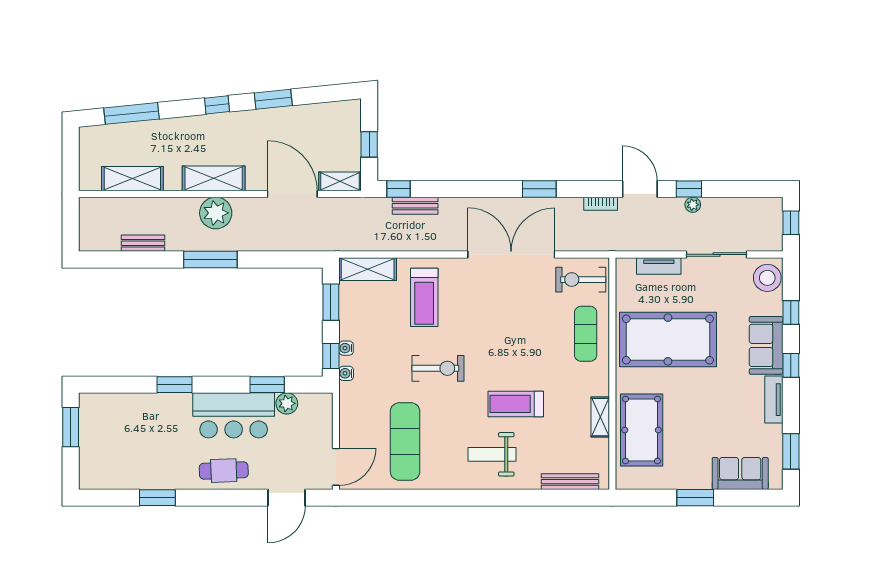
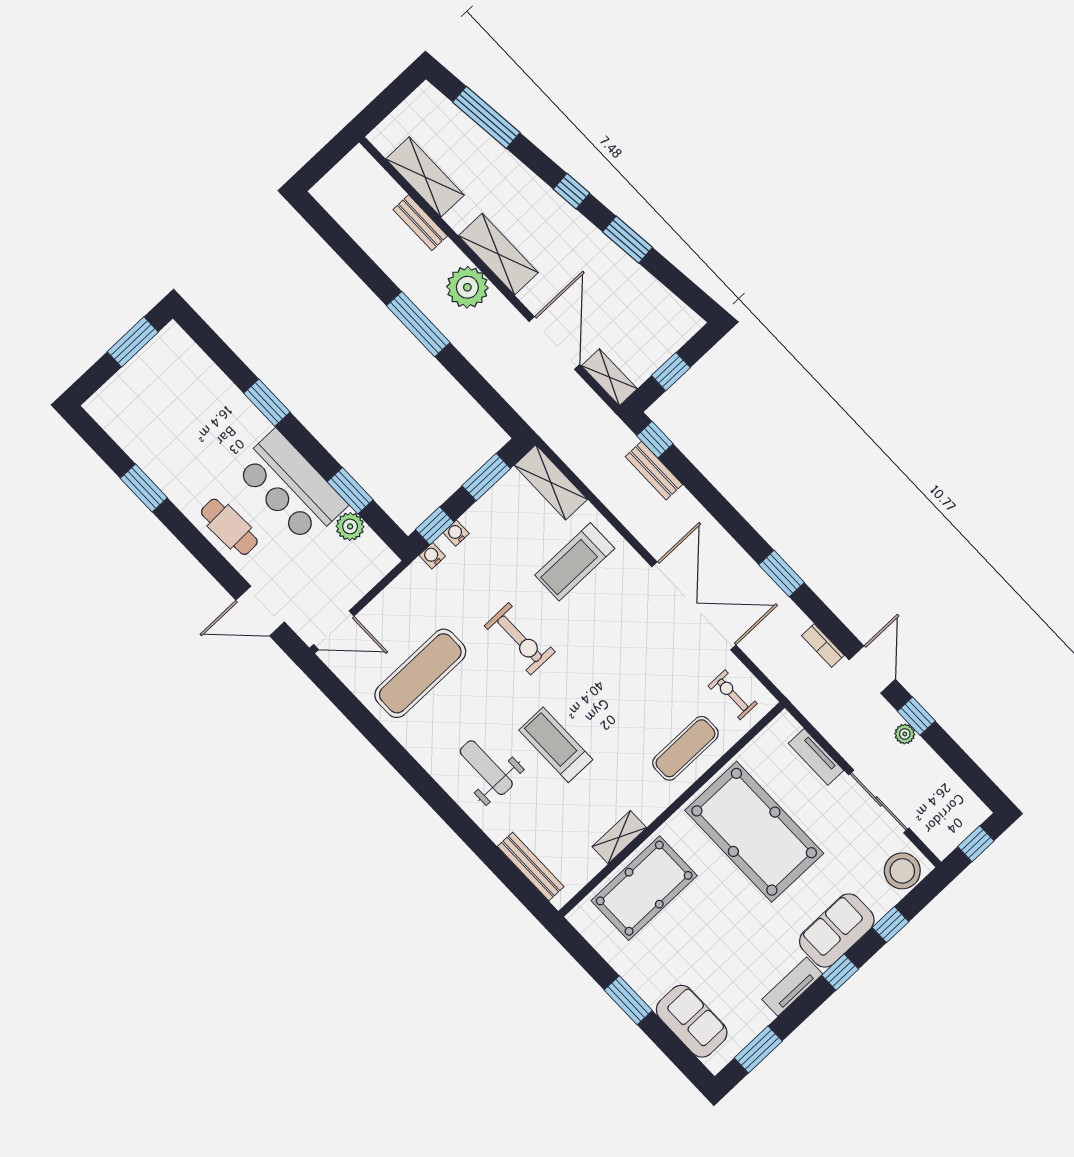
bench: (143, 243) -> (420, 223), moved
exercise bike: (581, 280) -> (733, 695), width x0.73, depth x0.72

